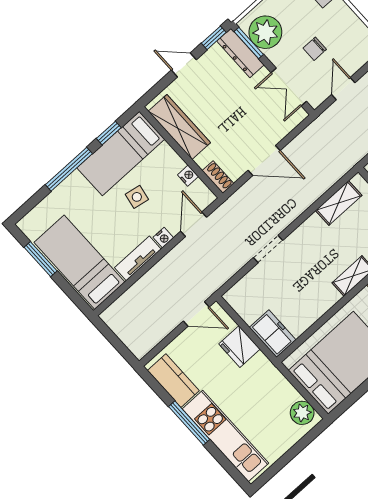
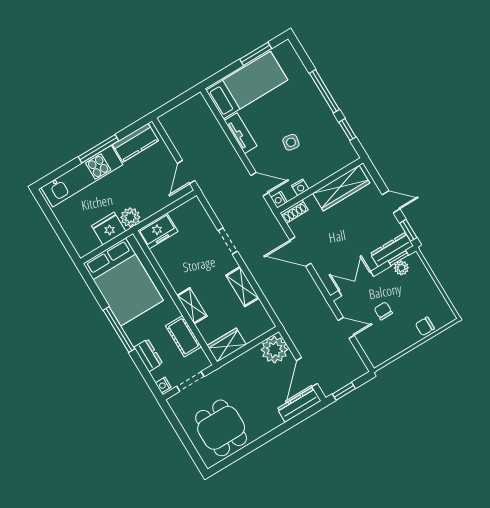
plant: (265, 32) -> (401, 268), width x0.53, depth x0.53
window: (249, 43) -> (398, 258), width x0.67
door: (184, 65) -> (391, 202), hinge flipped
bed: (121, 154) -> (329, 136), removed
door: (264, 160) -> (300, 252), hinge flipped
shelving: (339, 203) -> (242, 287), moved
nightstand: (163, 238) -> (279, 200), moved
fridge: (239, 347) -> (109, 228), moved
plant: (302, 413) -> (130, 217), moved

